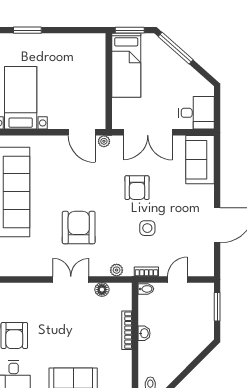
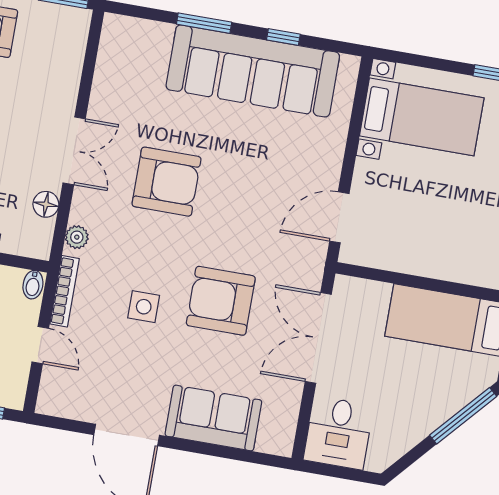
plant: (104, 141) -> (316, 255), removed
sofa: (200, 160) -> (213, 418), moved
armchair: (137, 188) -> (221, 301), width x1.36, depth x1.36
bookcase: (146, 272) -> (65, 291), width x1.56

